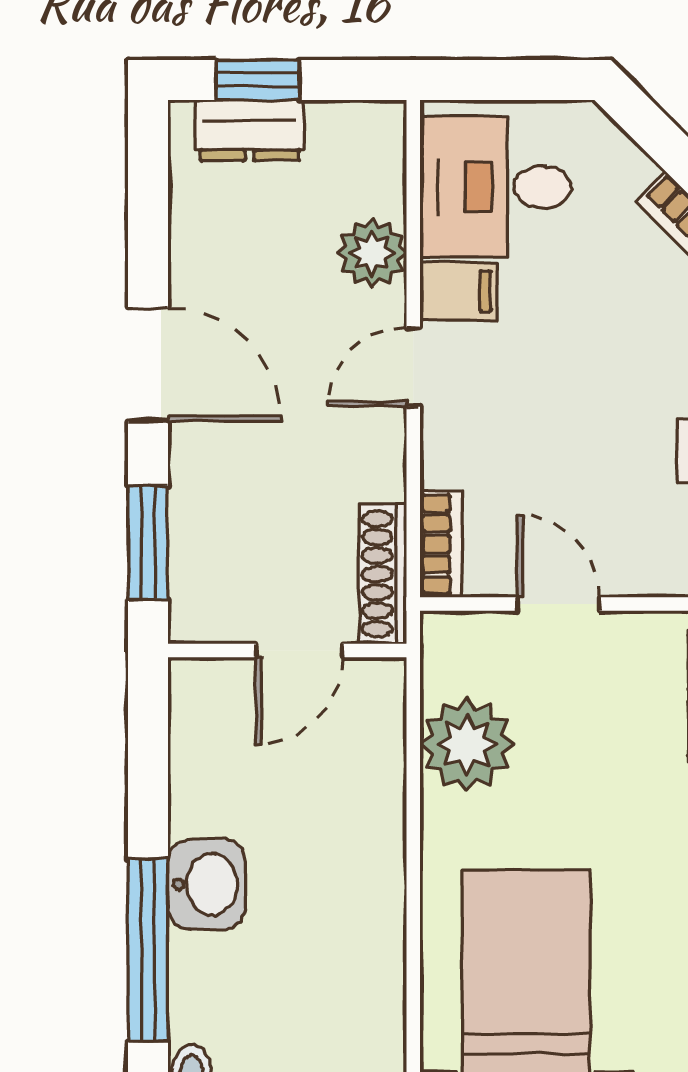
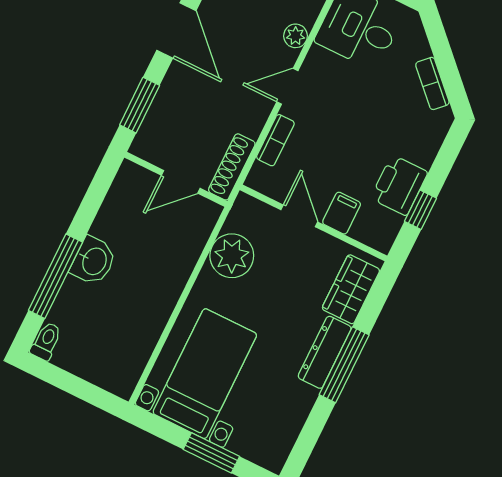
plant: (372, 253) -> (296, 36), width x0.73, depth x0.73
filing cabinet: (458, 291) -> (342, 213), moved, turned -90
bookcase: (441, 544) -> (275, 140), moved

